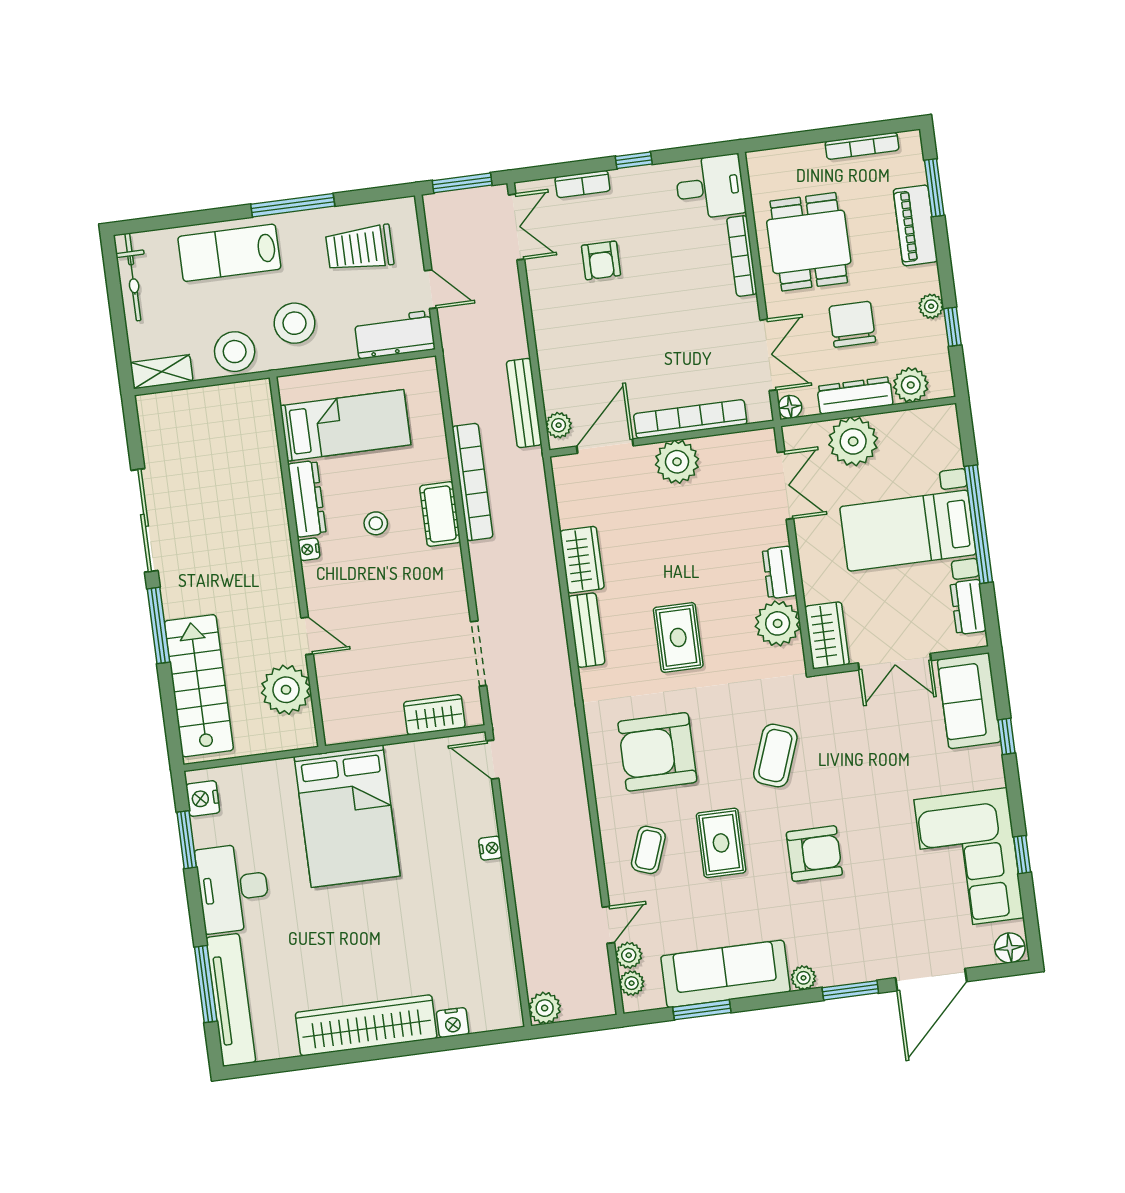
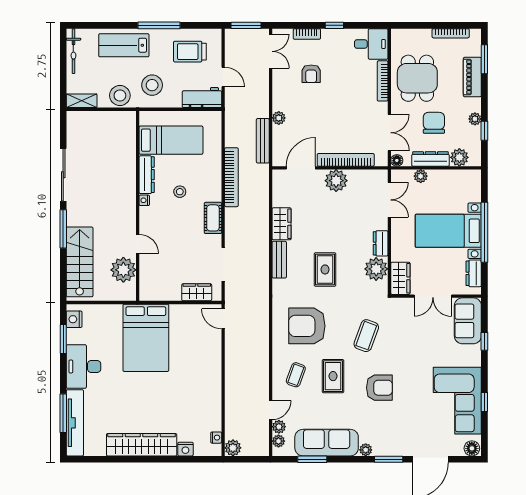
plant: (559, 425) -> (279, 118), moved
plant: (853, 441) -> (421, 176), width x0.53, depth x0.53
cot: (440, 514) -> (213, 218), moved
nightstand: (490, 848) -> (216, 438), moved

